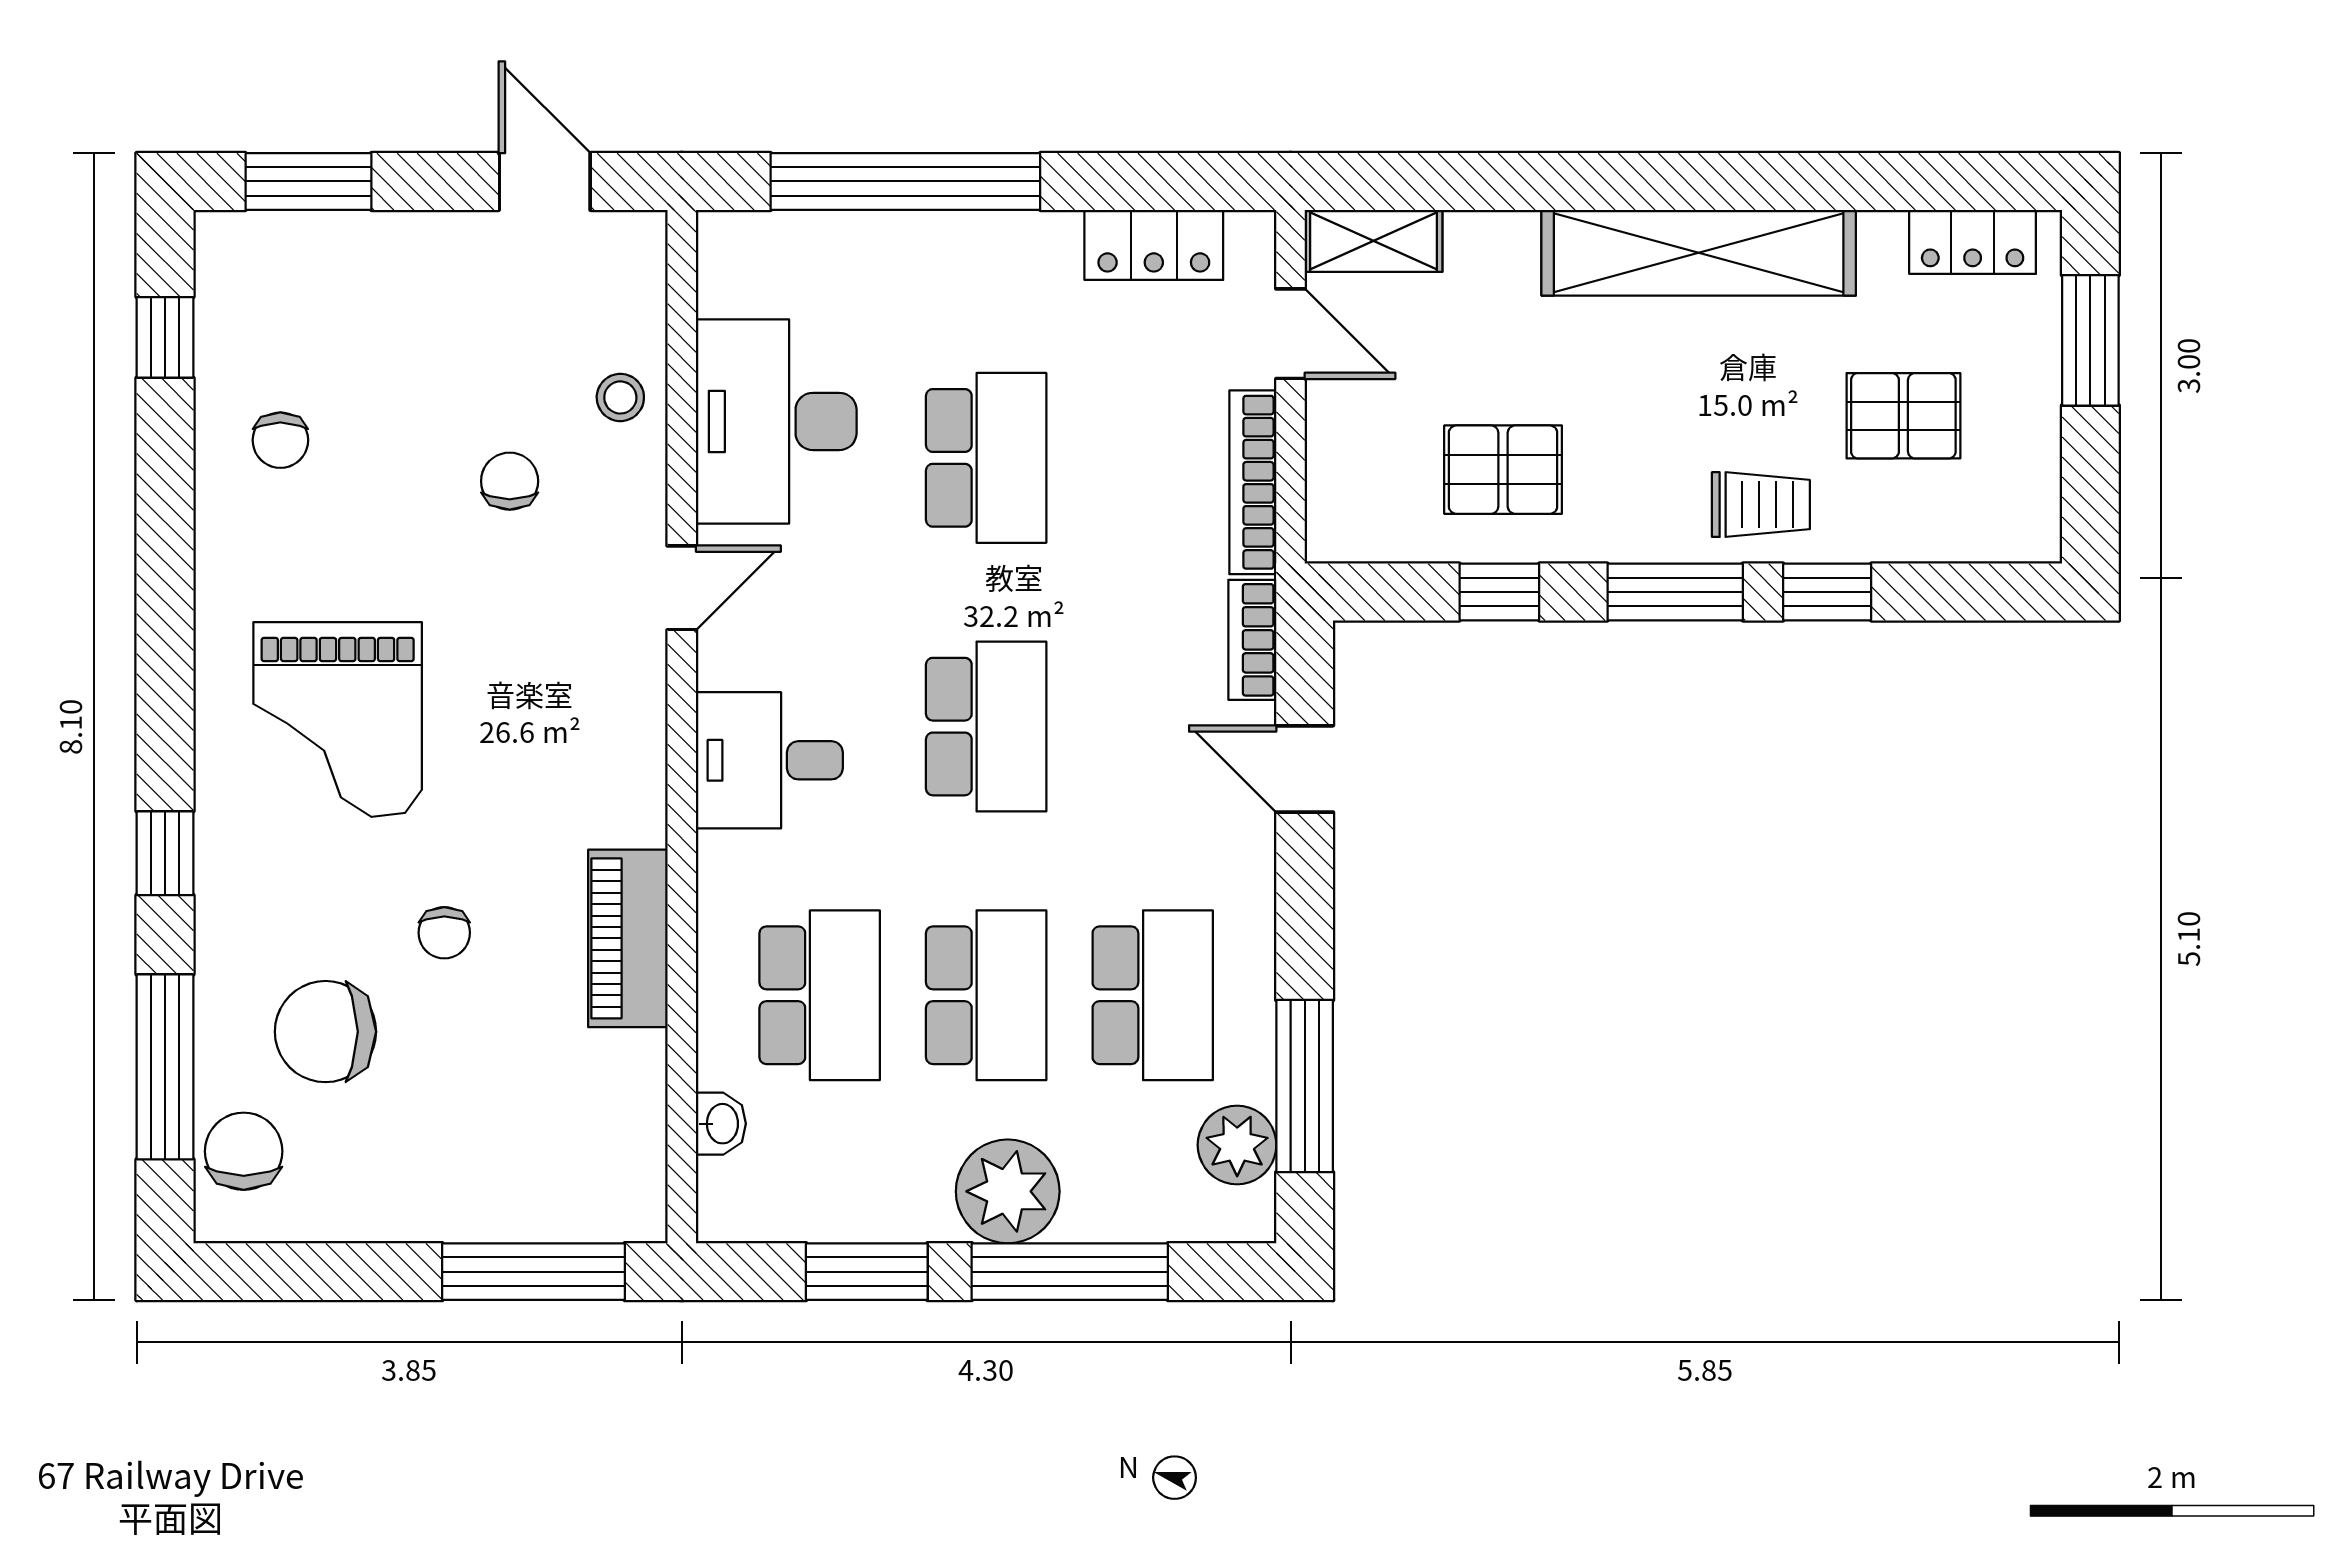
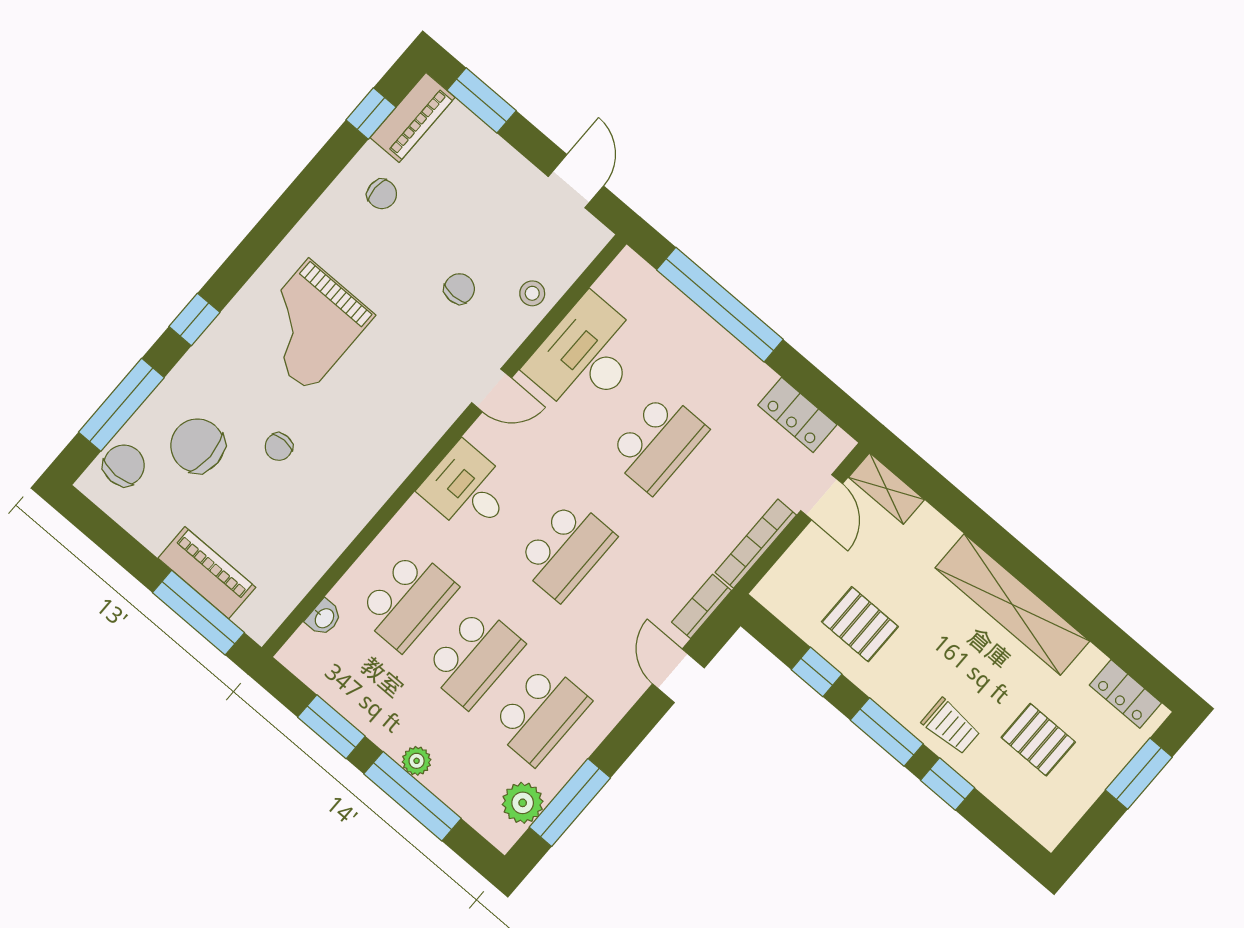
piano: (230, 292) -> (413, 117), added
chair: (280, 440) -> (382, 194), turned -90
piano: (628, 938) -> (207, 573), moved, turned 90
plant: (1008, 1191) -> (417, 761), width x0.53, depth x0.53

